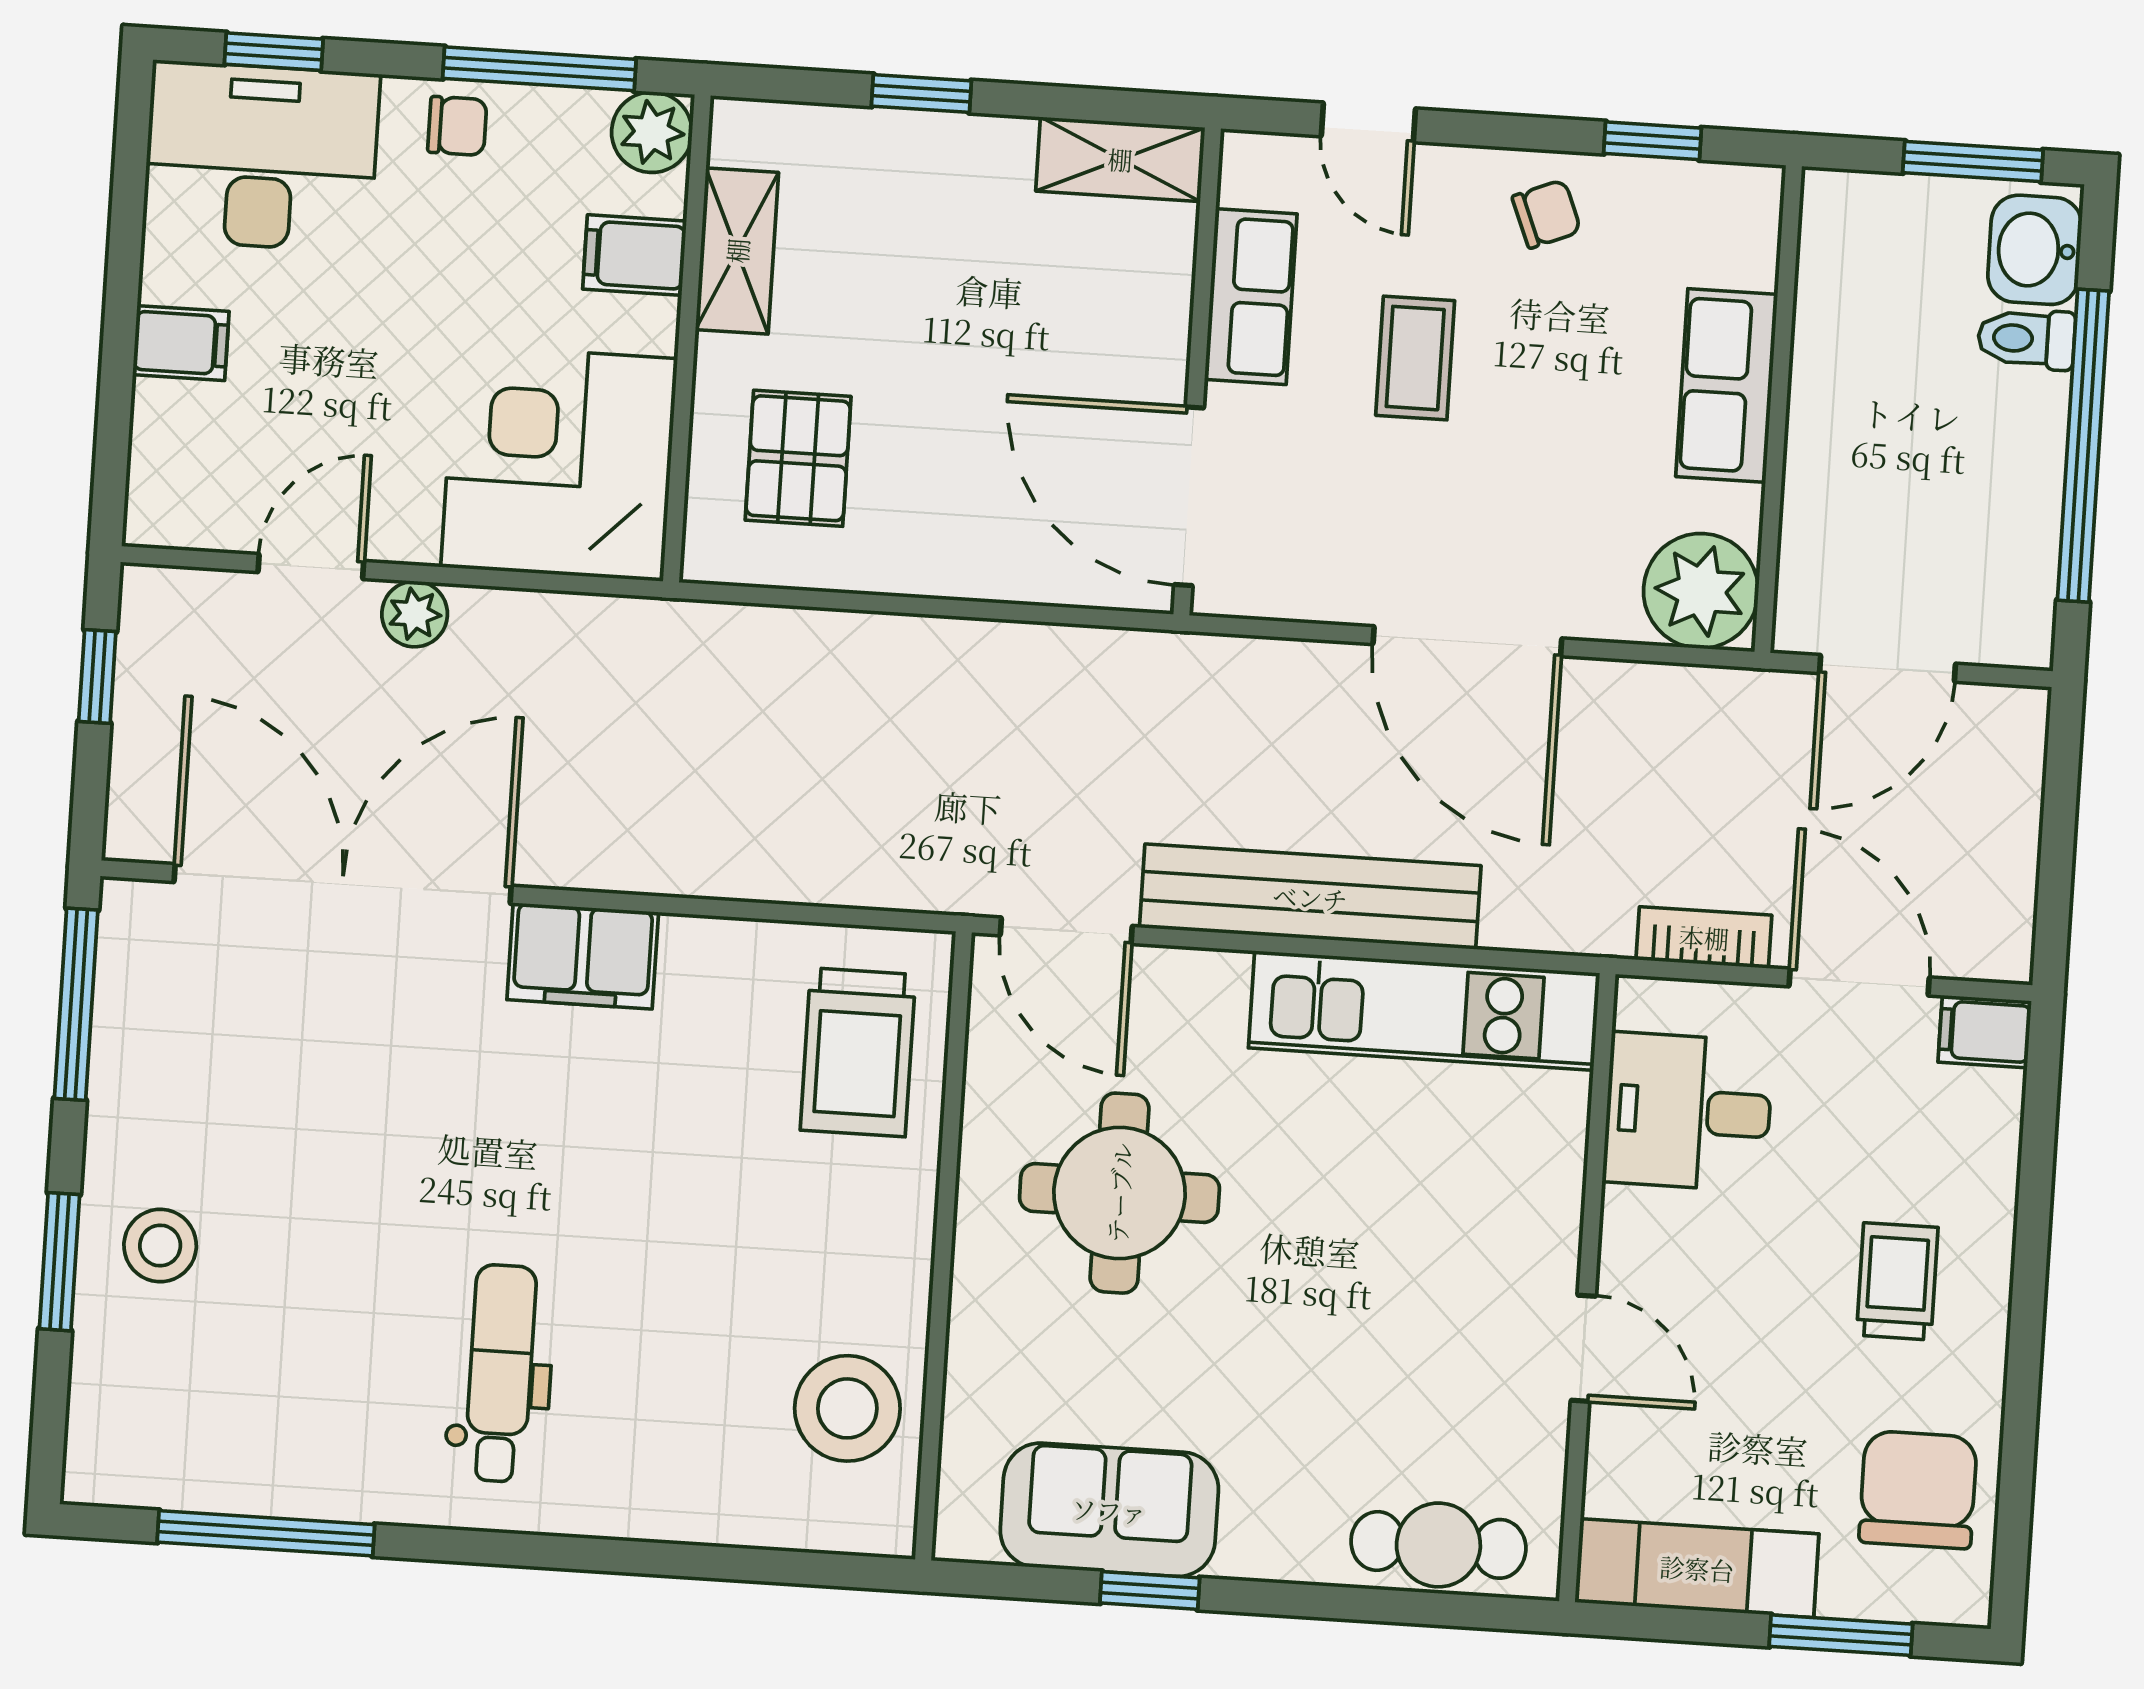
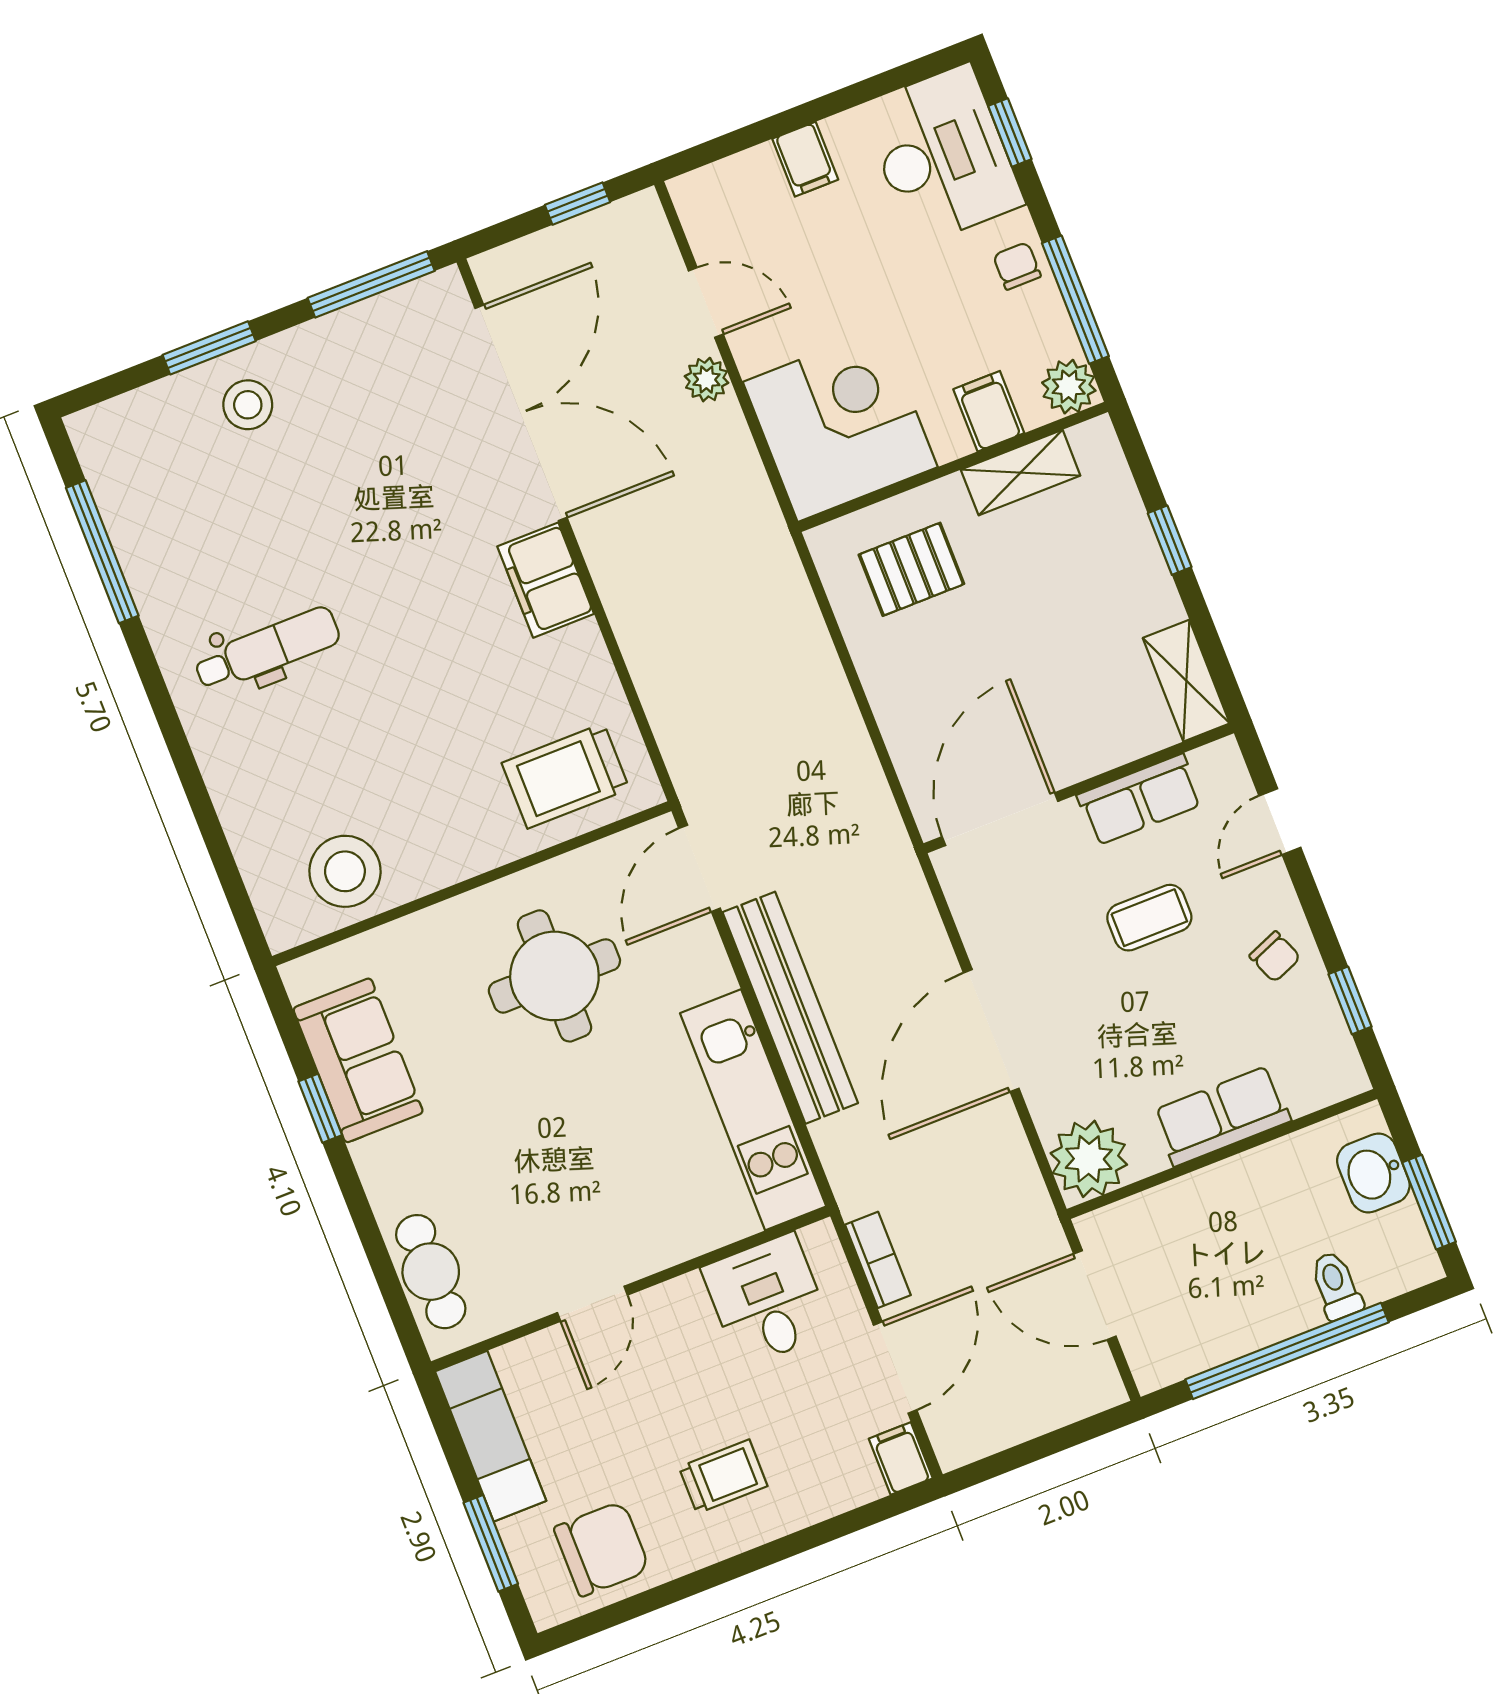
chair: (457, 126) -> (1017, 266), turned 180
washbasin: (2035, 250) -> (1373, 1173), moved, turned -90

